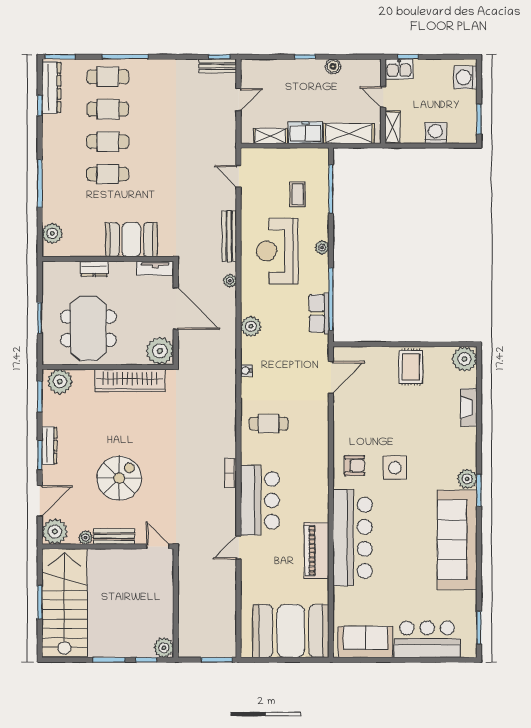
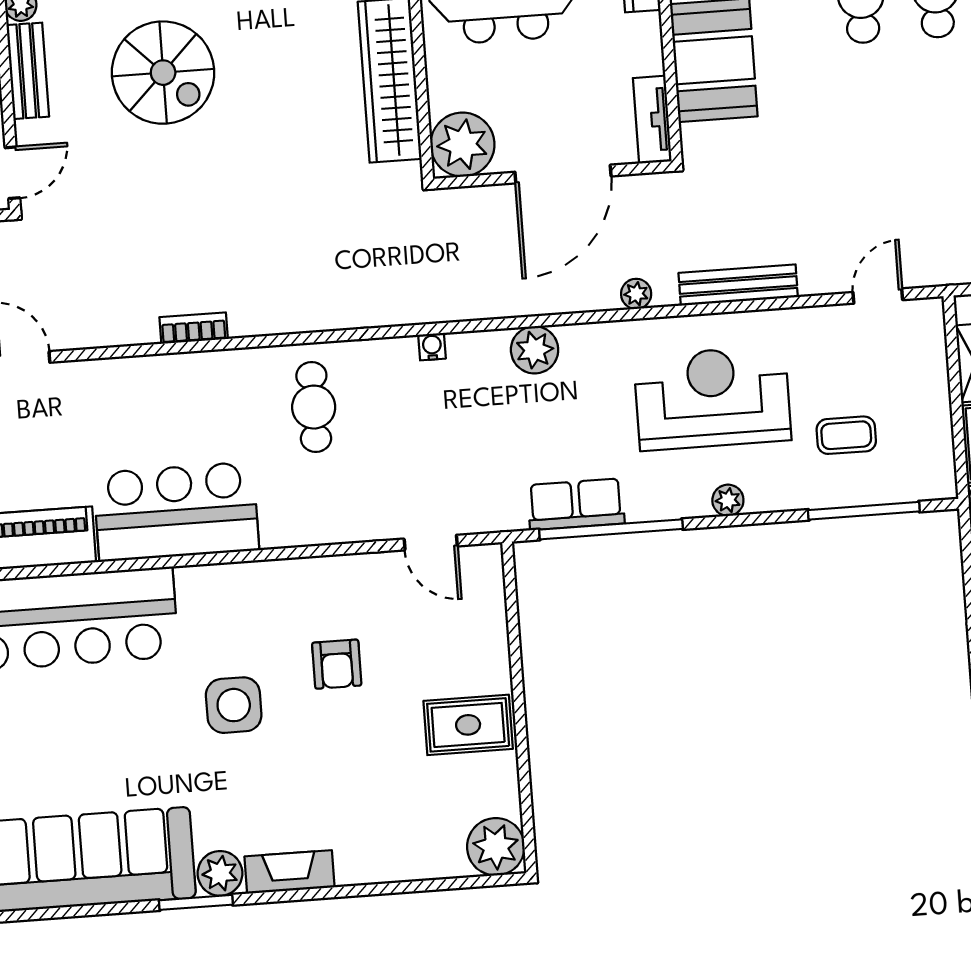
door: (331, 377) -> (431, 543), width x0.73
fireplace: (469, 407) -> (289, 872), moved
armchair: (354, 466) -> (337, 664), moved
bar counter: (260, 500) -> (176, 512), moved, turned 180

